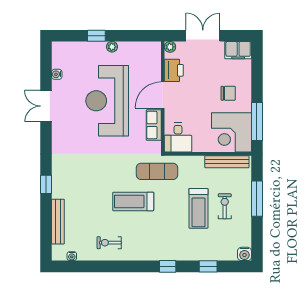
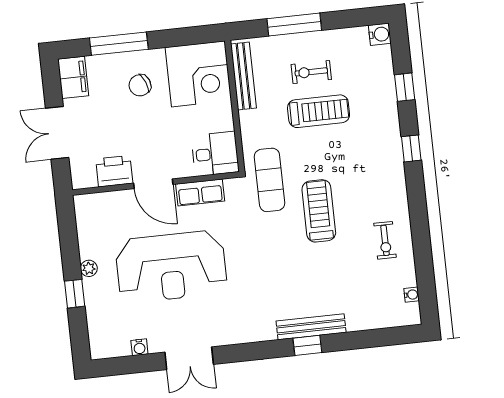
plant: (170, 47) -> (79, 181), removed
chair: (228, 93) -> (140, 85), turned -112
window: (257, 121) -> (119, 44), moved
treadmill: (133, 201) -> (319, 211), turned 180
bench: (58, 222) -> (311, 327), moved

